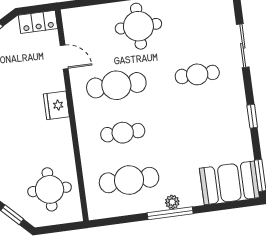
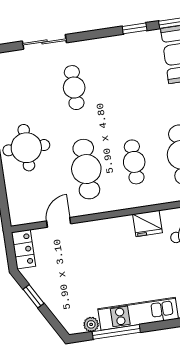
fridge: (56, 105) -> (147, 223), moved
window: (252, 116) -> (135, 28), moved

